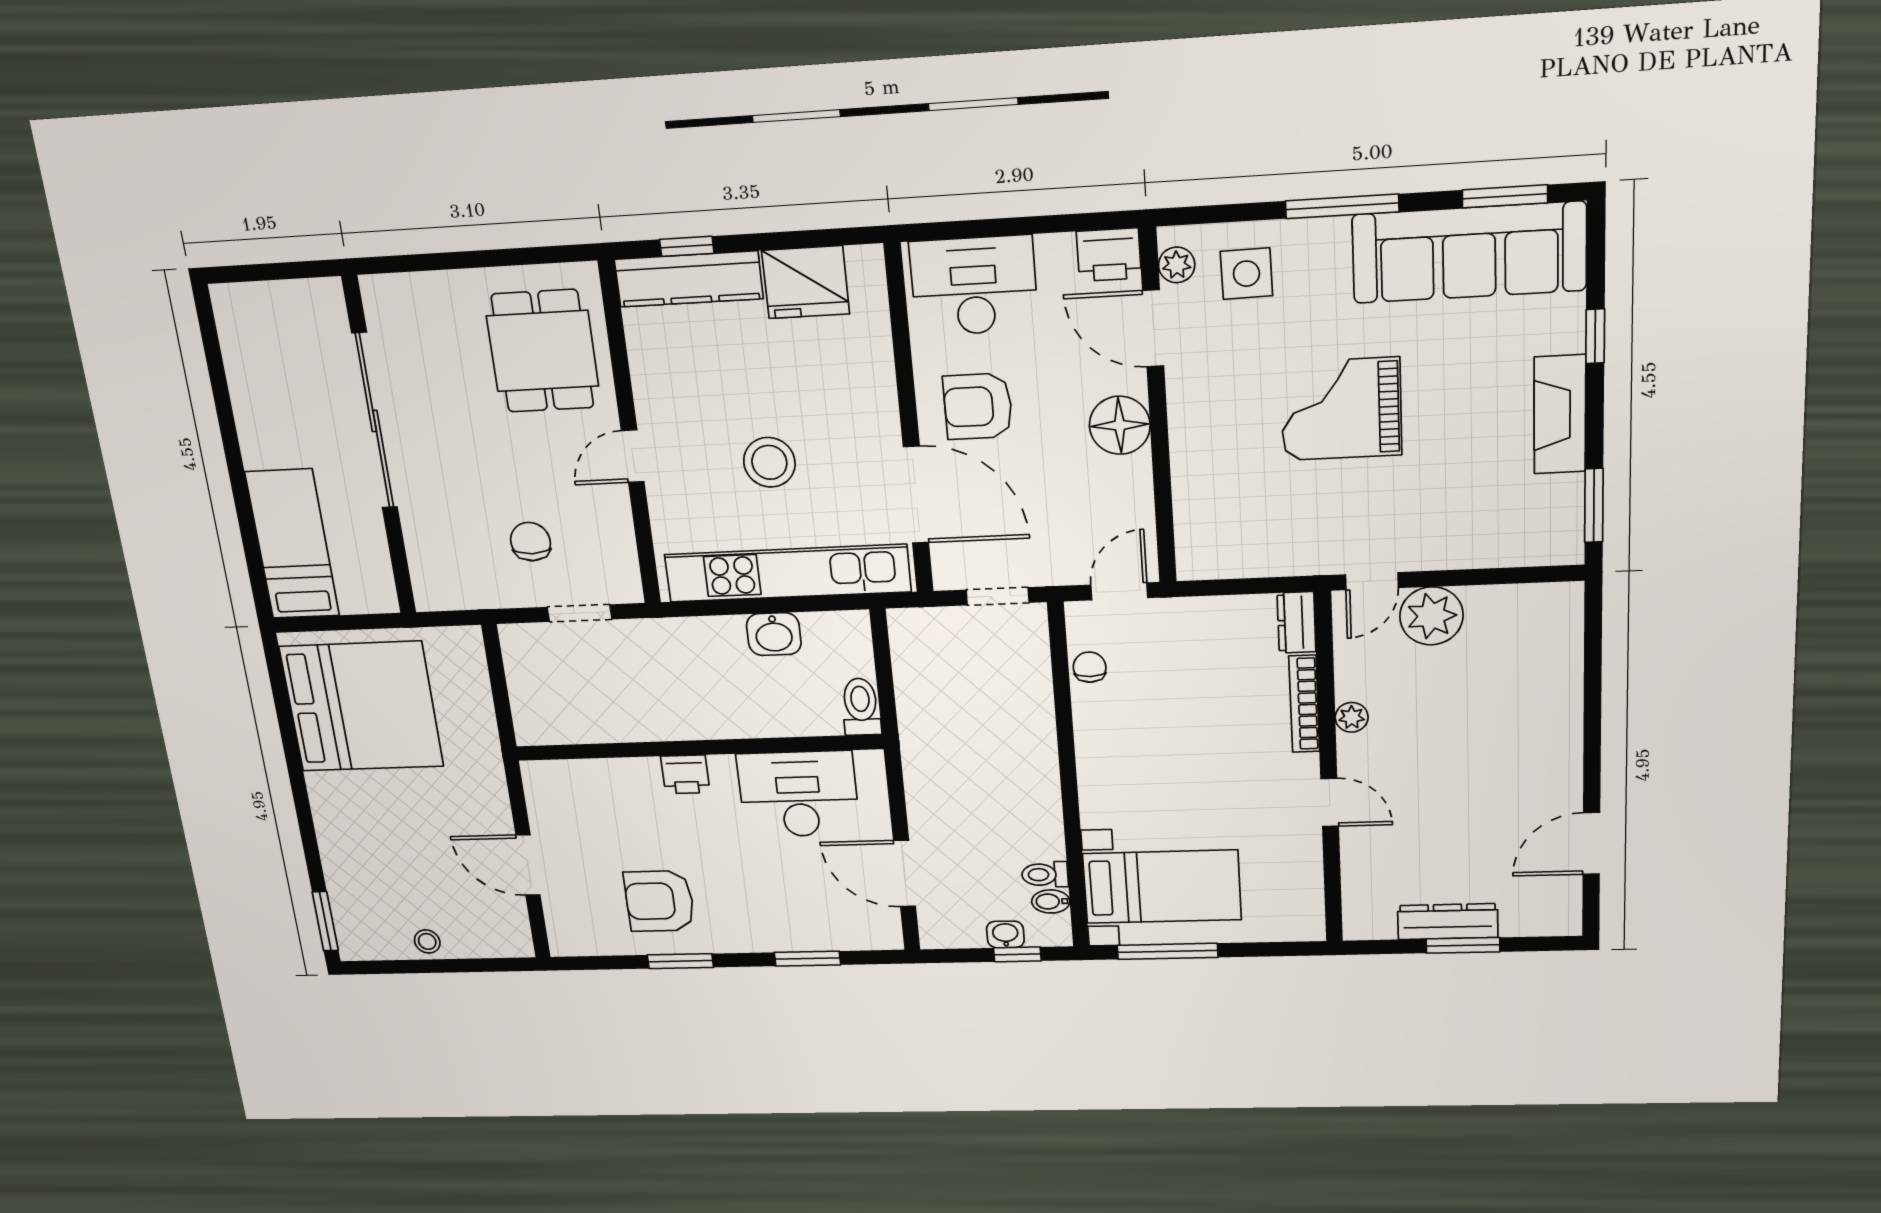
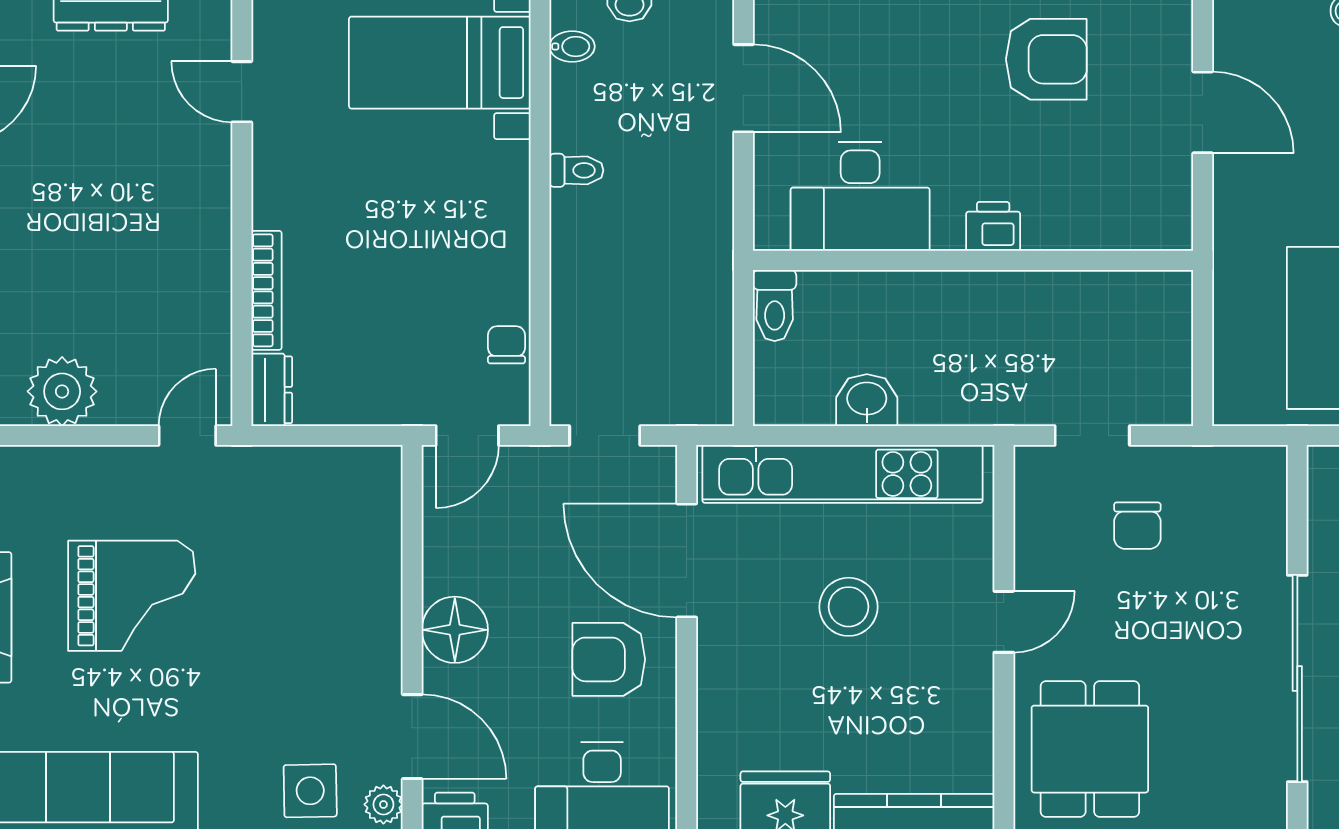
armchair: (978, 406) -> (609, 659), turned 180
grand piano: (1341, 409) -> (132, 596), moved
plant: (1431, 616) -> (62, 391), moved
chair: (1090, 667) -> (506, 345), turned 180
plant: (1352, 717) -> (214, 272), removed
door: (1330, 802) -> (242, 92), moved
toilet: (1045, 875) -> (576, 170), moved

